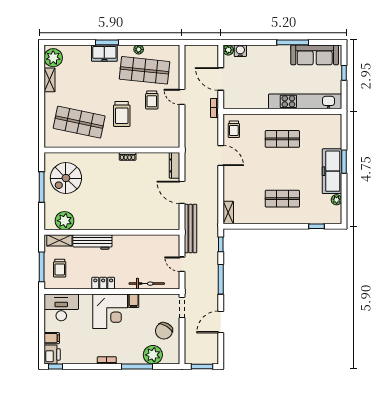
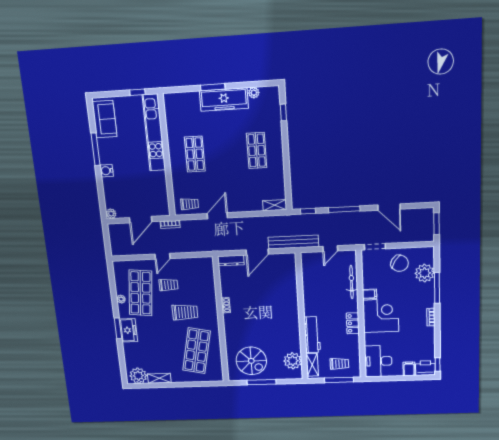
water cooler: (240, 51) -> (107, 171), moved
sofa: (315, 55) -> (105, 119), width x0.73
window: (344, 73) -> (137, 92), moved

